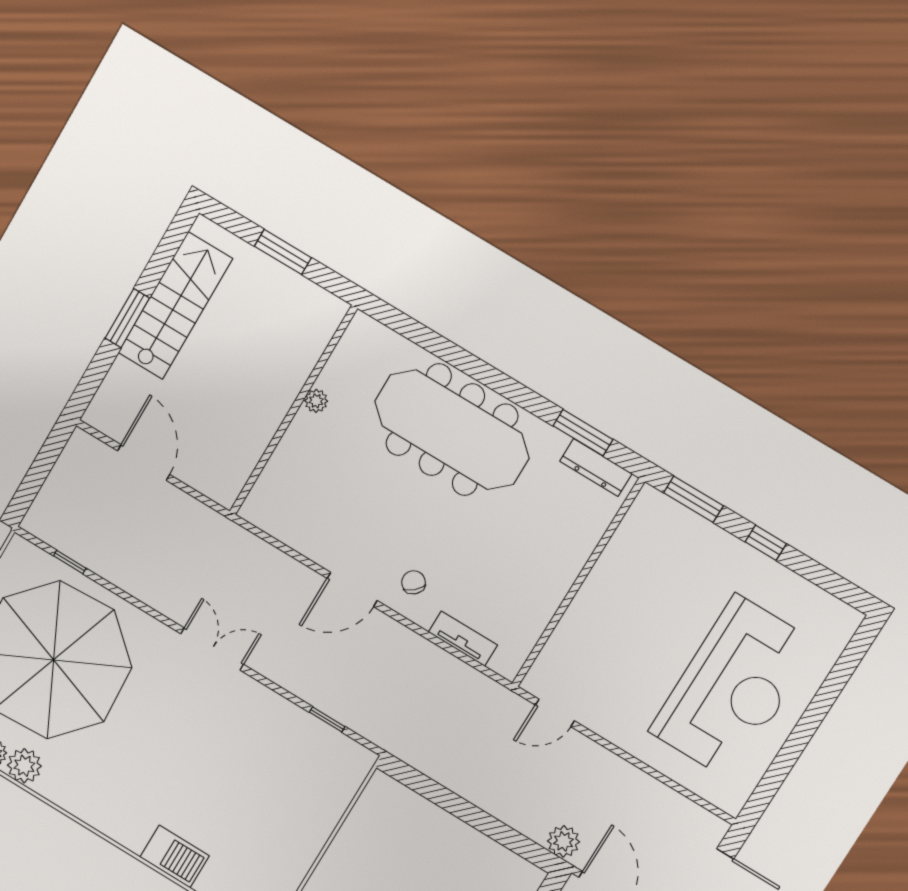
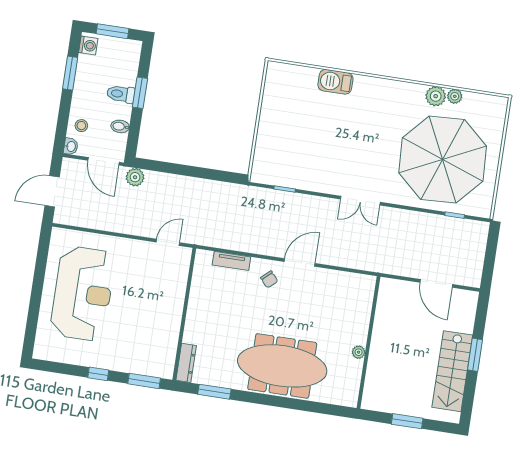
dresser: (596, 468) -> (186, 363), moved, turned 90
reception desk: (733, 688) -> (83, 294), turned 180

